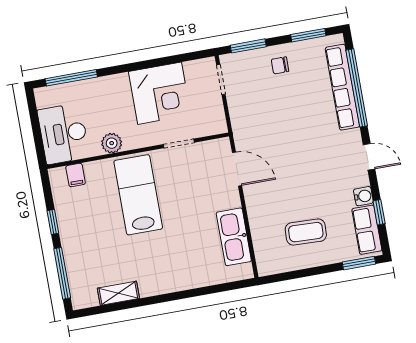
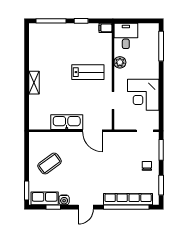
desk: (63, 134) -> (126, 36), width x0.73
door: (237, 169) -> (92, 131), hinge flipped
filing cabinet: (76, 175) -> (105, 28), moved
lab bench: (138, 195) -> (88, 72), width x0.73, depth x0.72
coffee table: (306, 232) -> (50, 164), turned 52
kitchen sink: (234, 237) -> (67, 122), moved
shelving: (118, 293) -> (34, 83), moved

